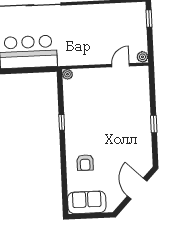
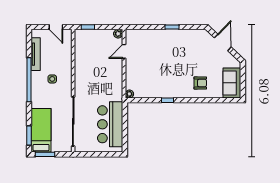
door: (121, 65) -> (124, 51), hinge flipped
door: (137, 189) -> (223, 42), swing flipped

